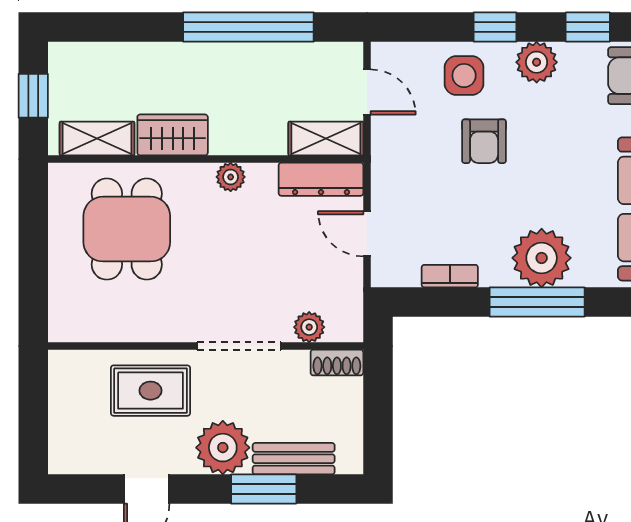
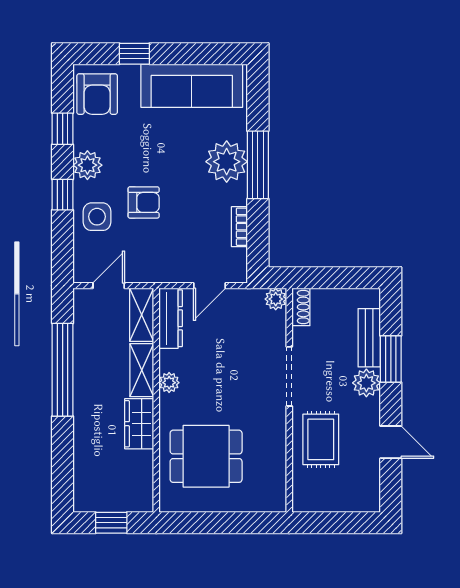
shelving: (97, 139) -> (142, 370), moved
plant: (309, 327) -> (276, 299), moved
plant: (223, 448) -> (366, 383), width x0.73, depth x0.73

